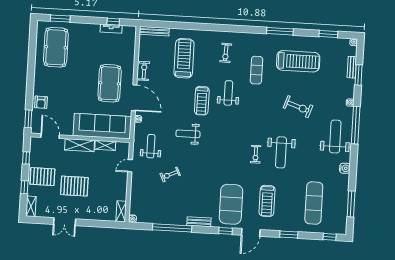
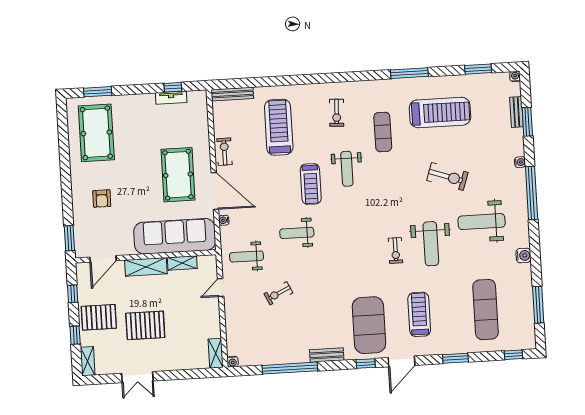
weight bench: (228, 93) -> (347, 169), turned 180
armchair: (41, 102) -> (102, 199), moved
door: (50, 136) -> (103, 259), swing flipped
weight bench: (335, 137) -> (482, 222), moved, turned -90
weight bench: (151, 146) -> (247, 256), turned -90
treadmill: (267, 201) -> (419, 314), turned 180

